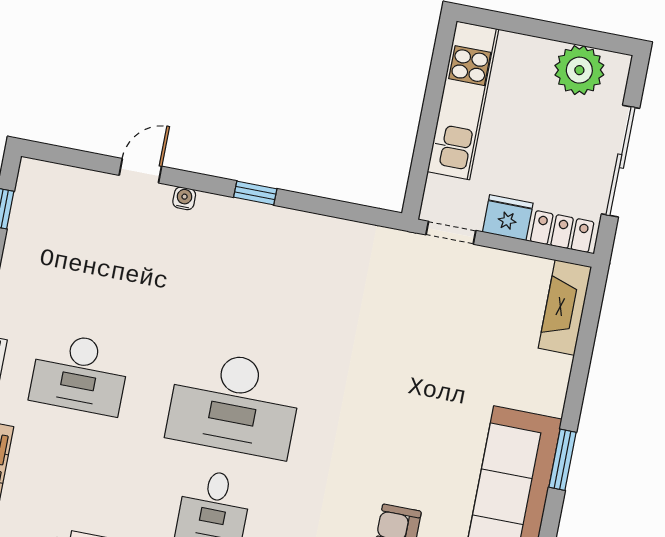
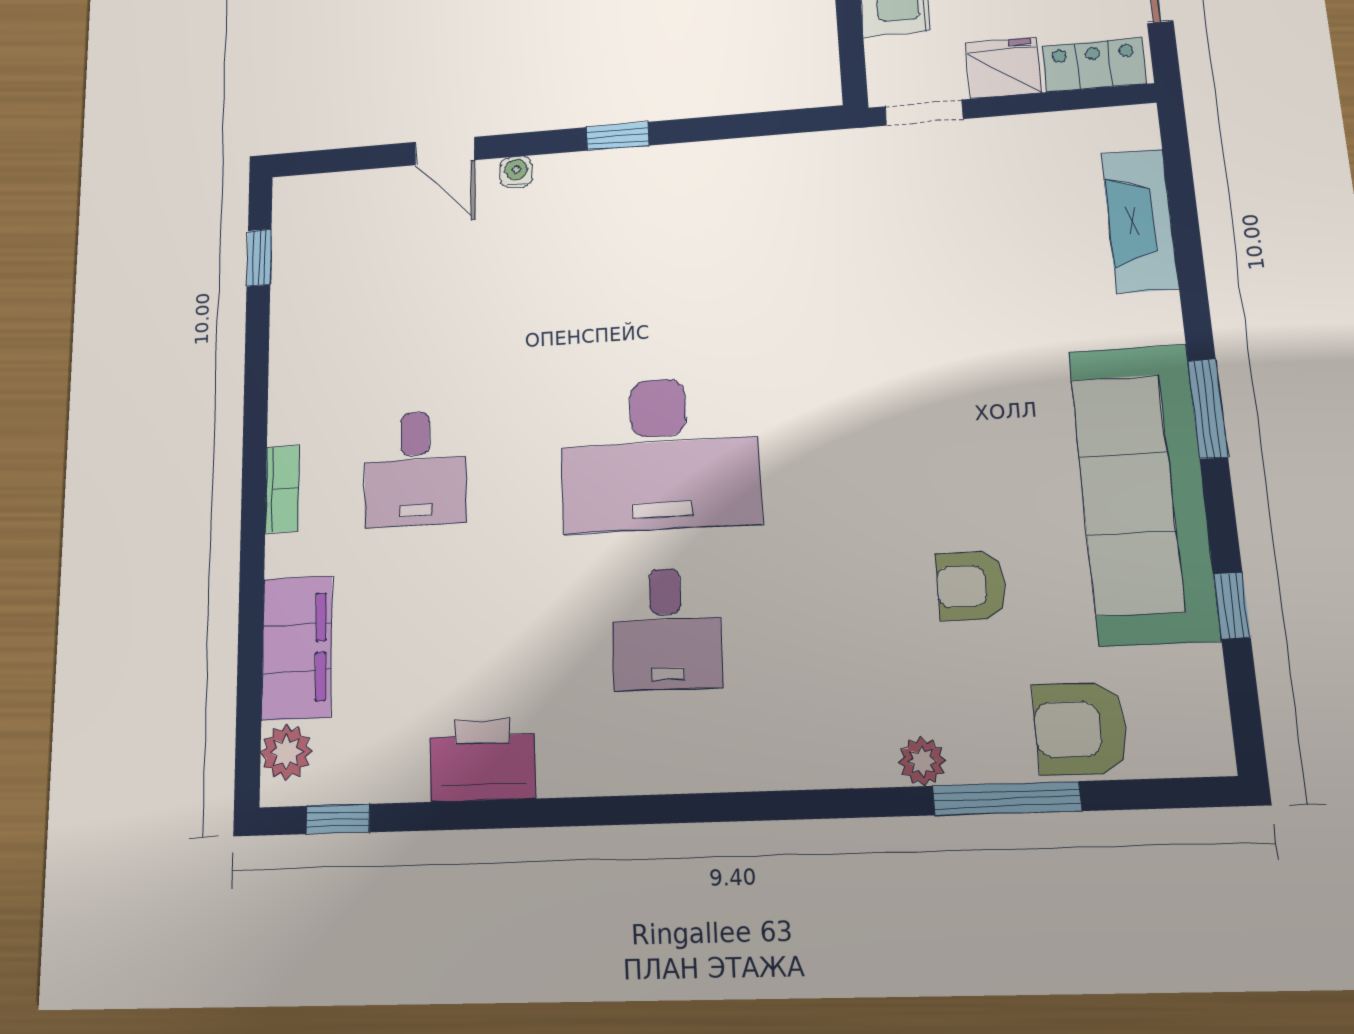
door: (140, 171) -> (445, 151), swing flipped
fireplace: (565, 307) -> (1140, 221), moved
desk: (80, 374) -> (415, 469), width x0.73

